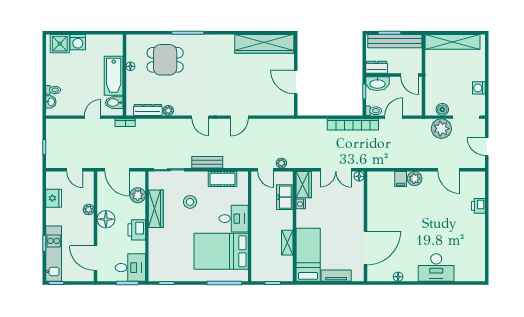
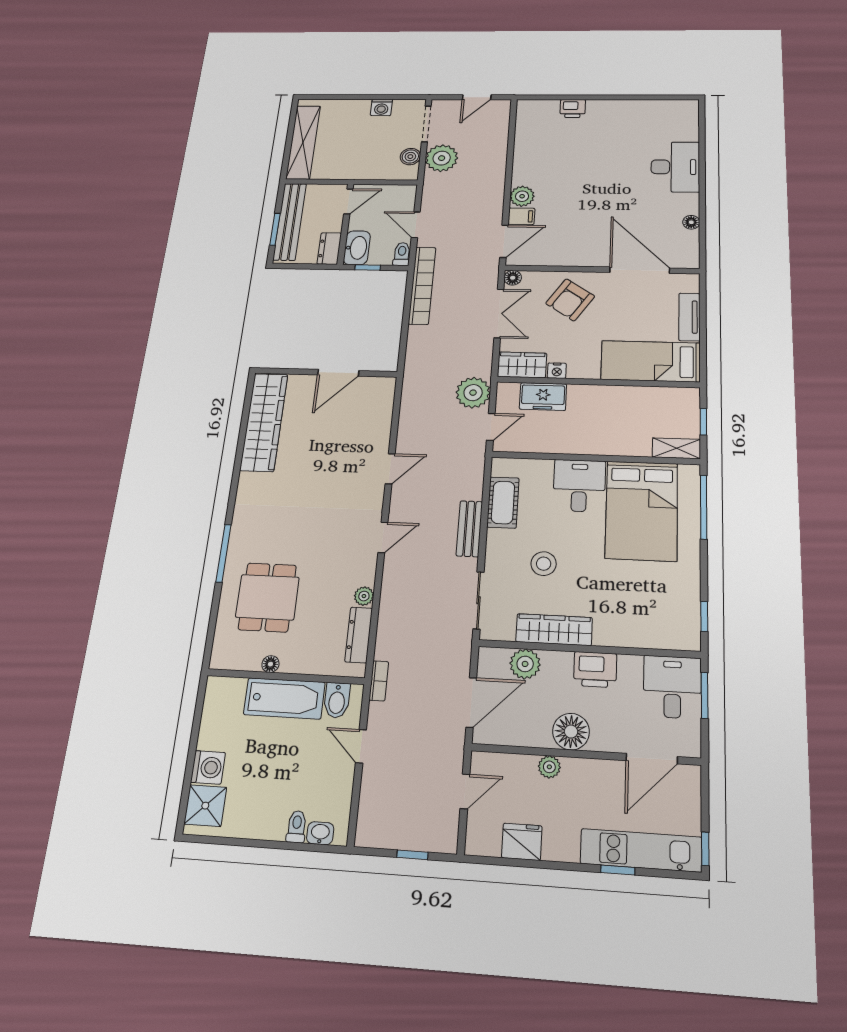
door: (239, 117) -> (390, 469), hinge flipped
plant: (281, 163) -> (473, 393), width x1.87, depth x1.87
door: (449, 170) -> (504, 241), moved
armchair: (345, 209) -> (570, 300), added
shelving: (287, 243) -> (676, 448), moved

